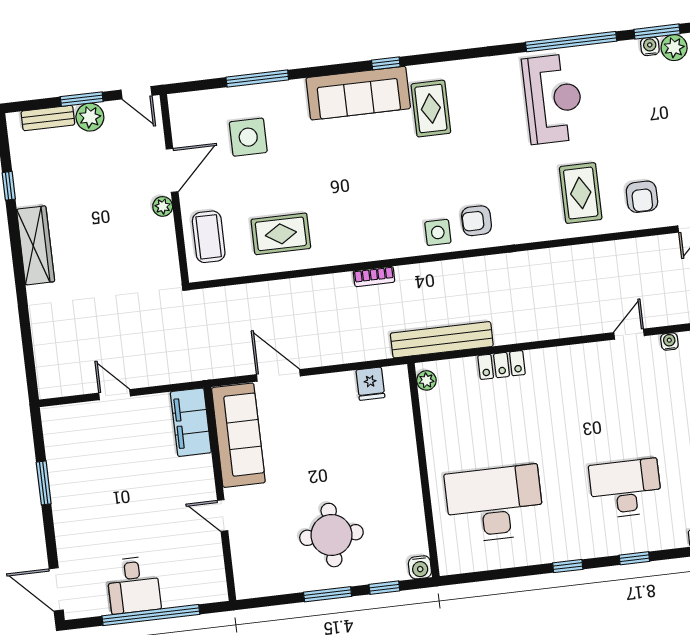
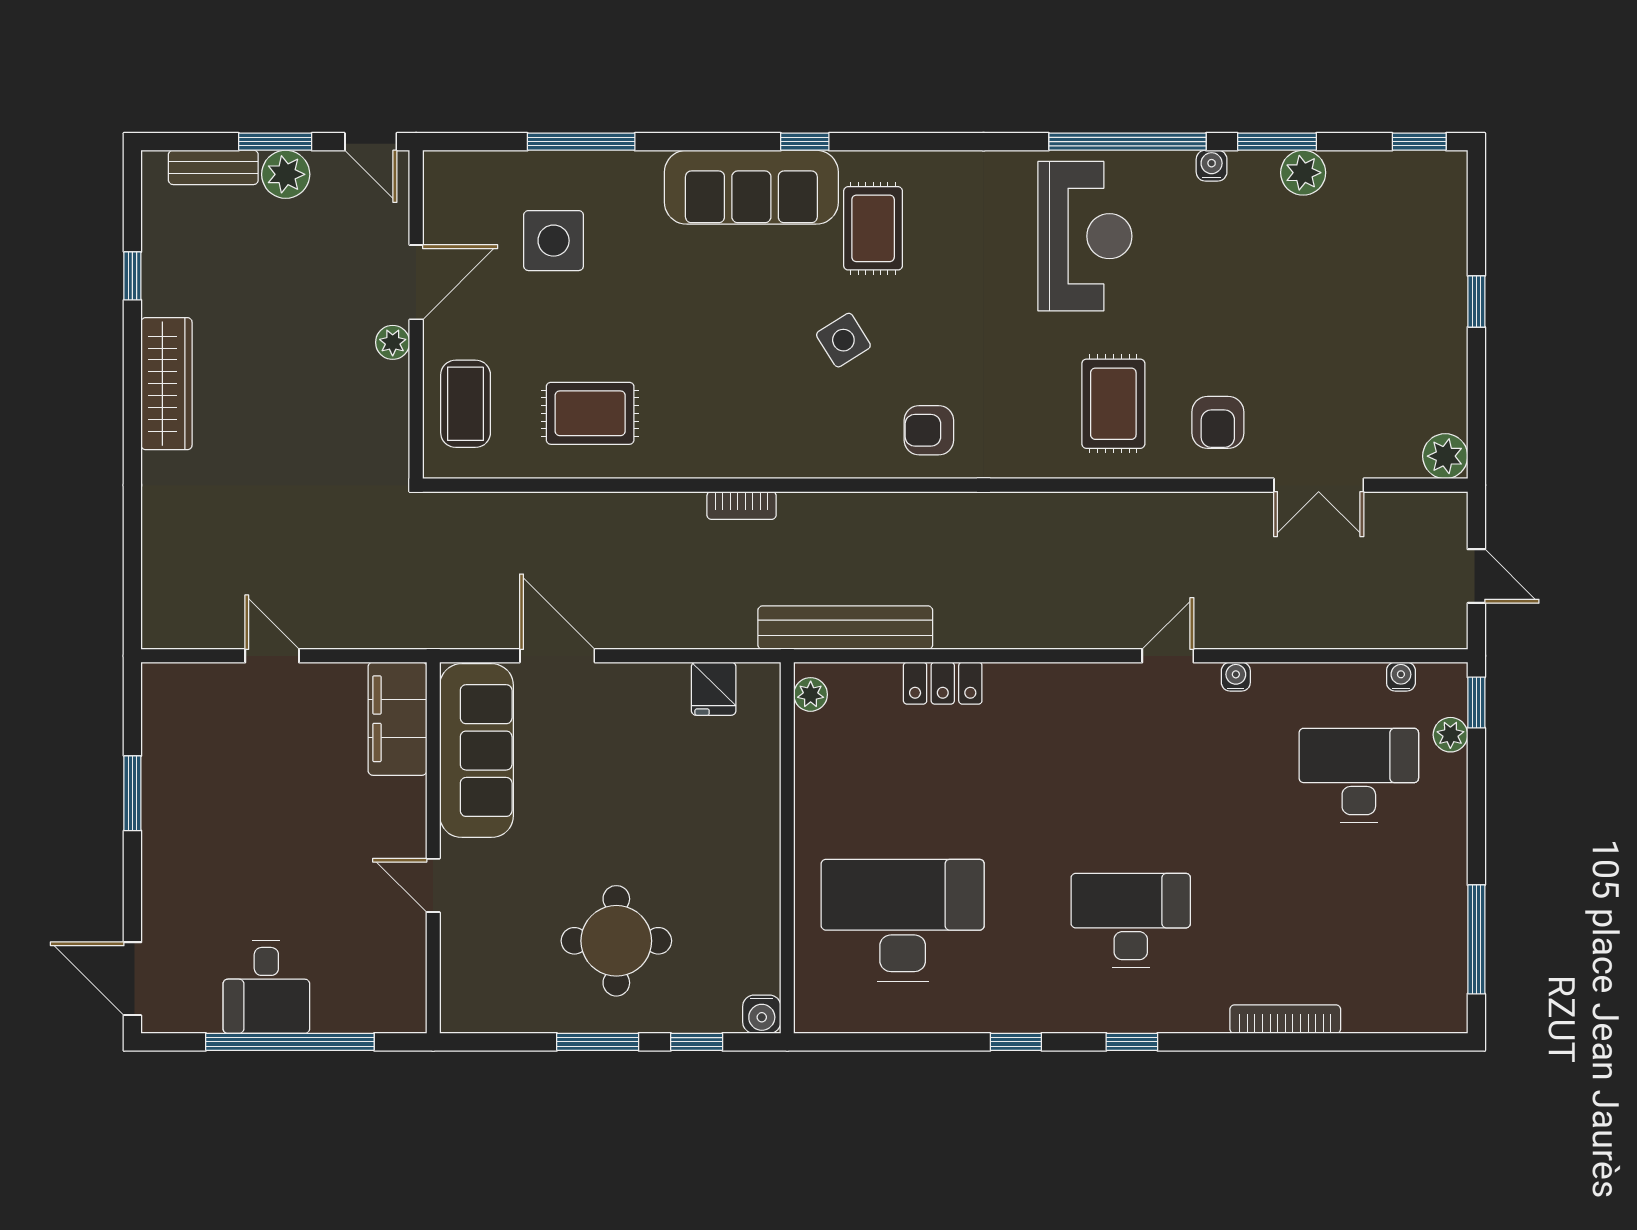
water cooler: (650, 46) -> (1212, 166), moved
side table: (438, 232) -> (843, 340), moved, turned -32

